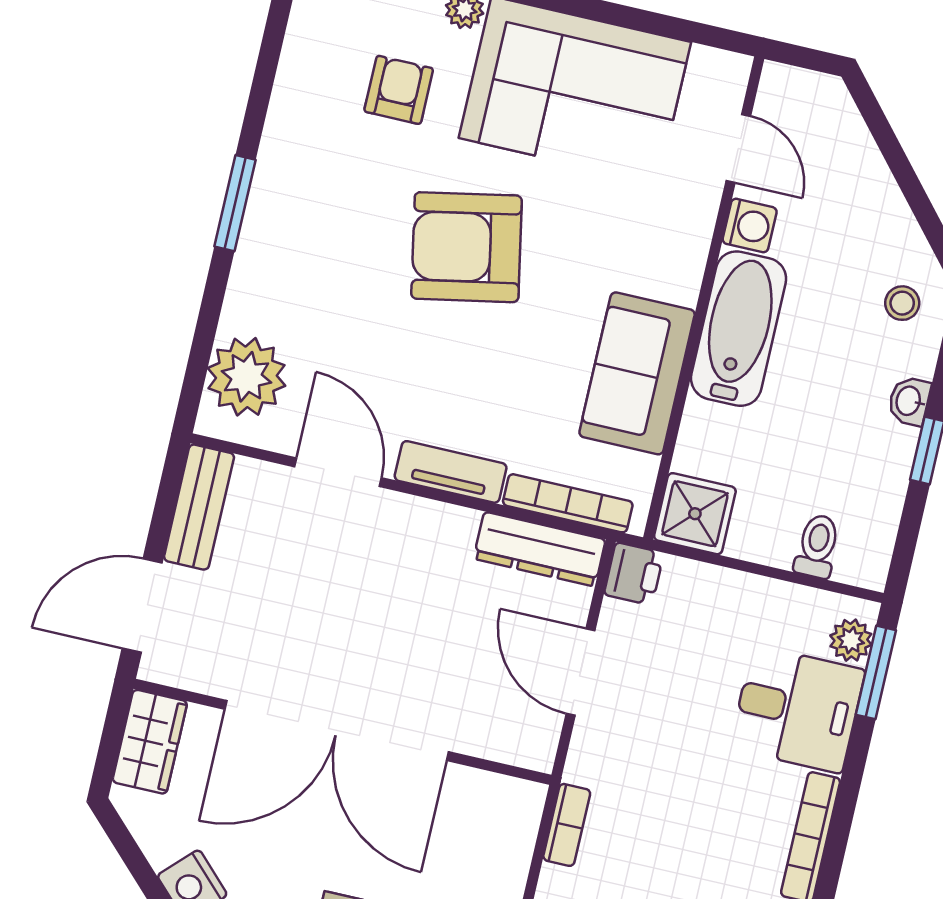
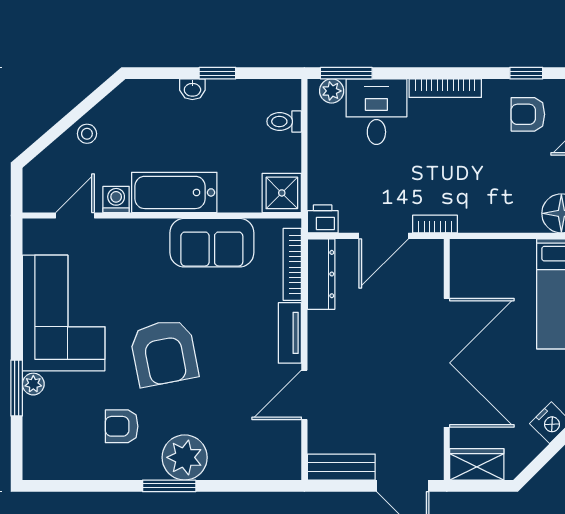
armchair: (399, 90) -> (122, 426), moved
stool: (902, 303) -> (87, 134), moved
plant: (246, 377) -> (185, 457), moved
bookcase: (567, 825) -> (435, 224), moved

